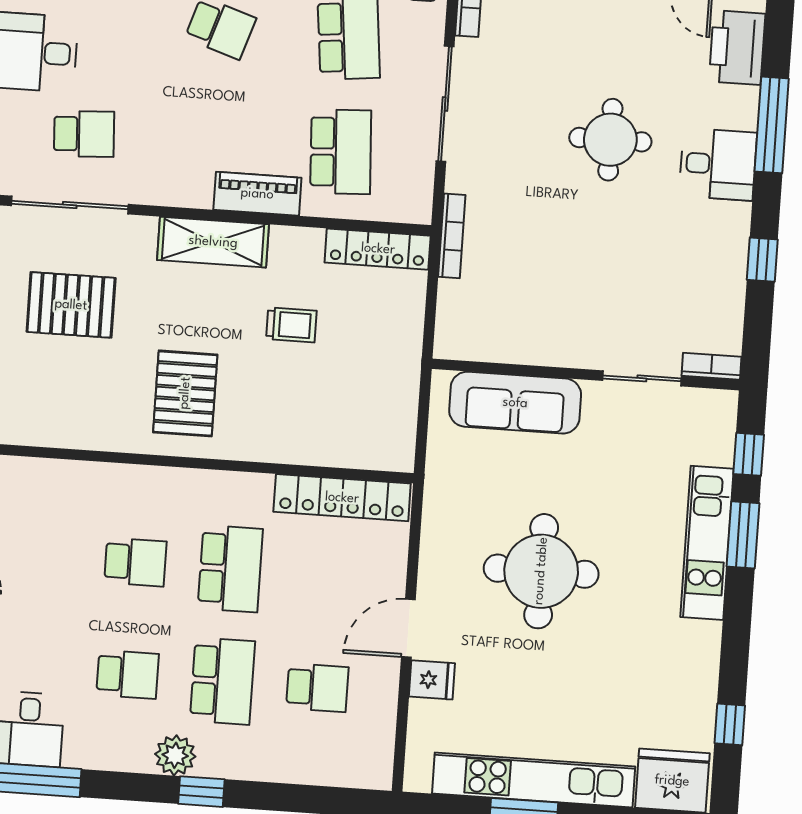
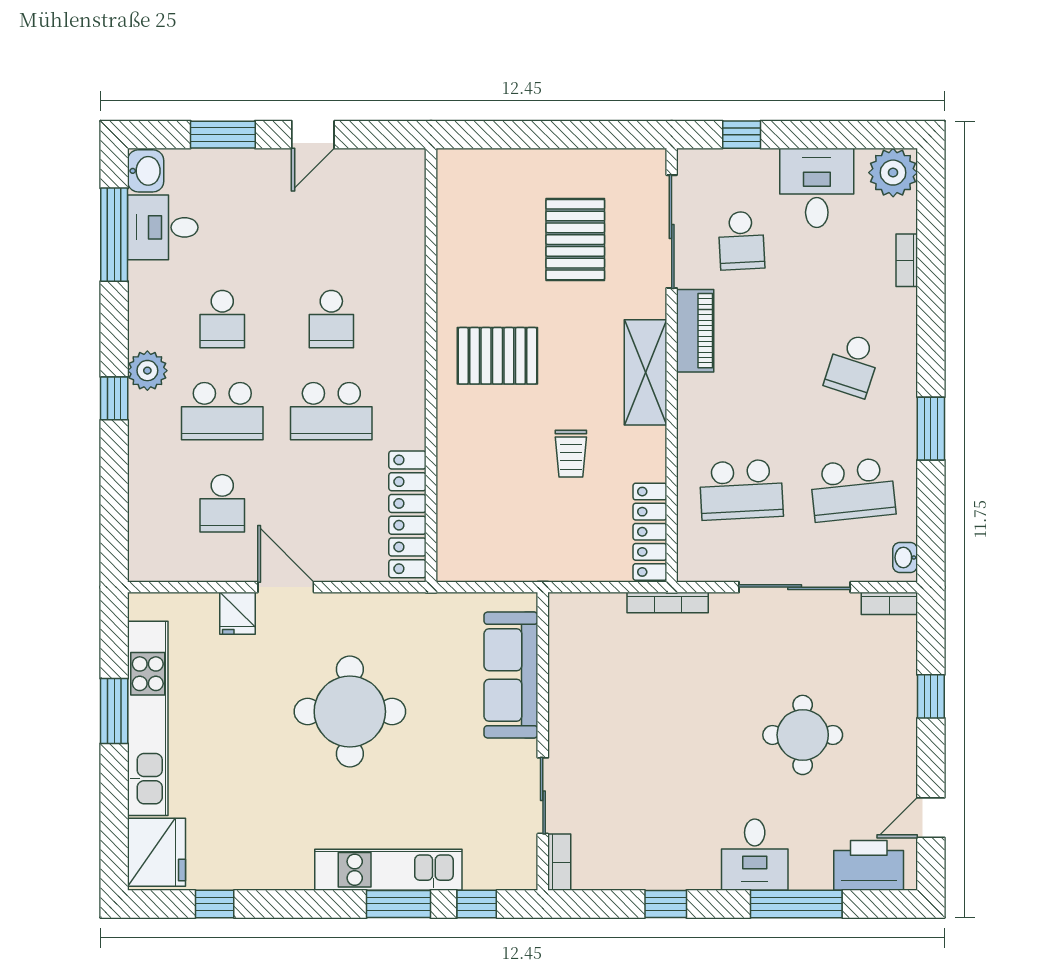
round table: (610, 140) -> (803, 735), moved
piano: (257, 194) -> (695, 331), moved

